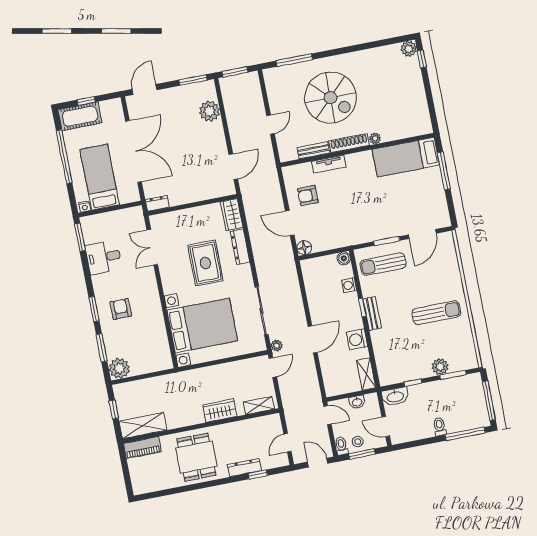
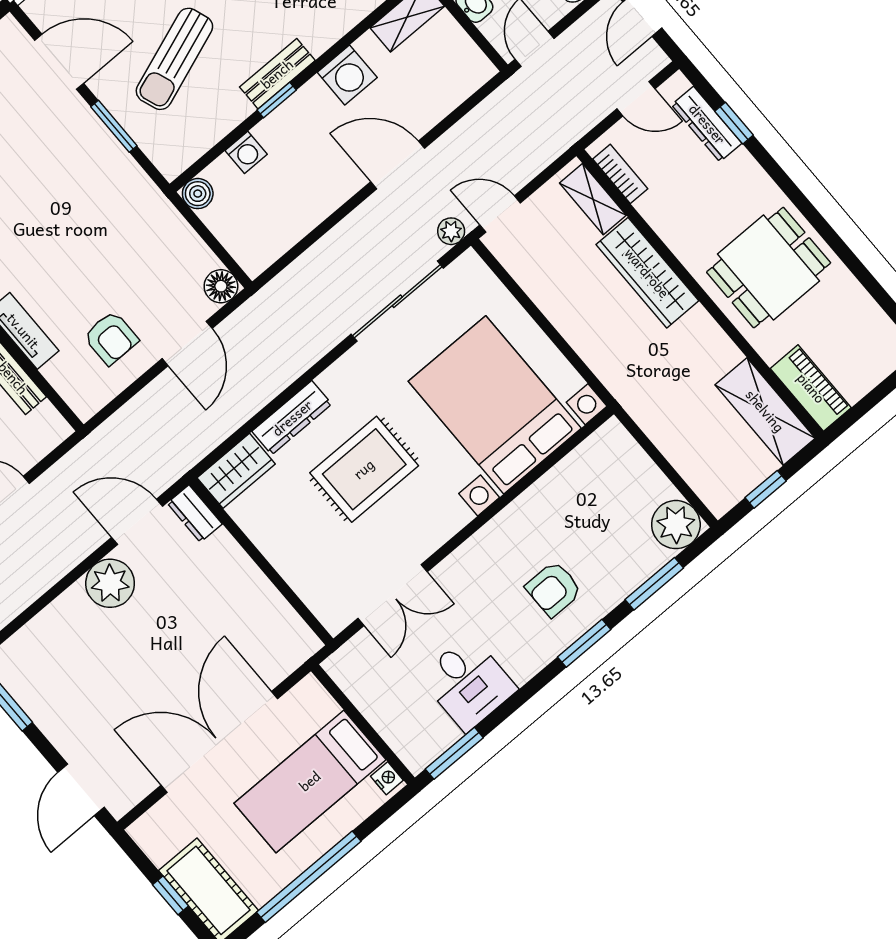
door: (145, 89) -> (81, 790), hinge flipped
plant: (210, 111) -> (110, 583), moved
dresser: (157, 203) -> (195, 514), moved
sun lounger: (383, 264) -> (174, 59), moved, turned 70
wardrobe: (220, 411) -> (647, 273), width x1.50
bookcase: (263, 421) -> (620, 174), added
dresser: (244, 468) -> (707, 124), moved

